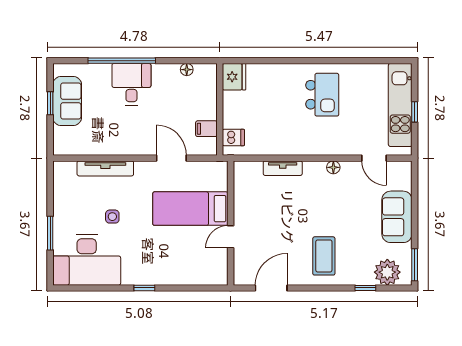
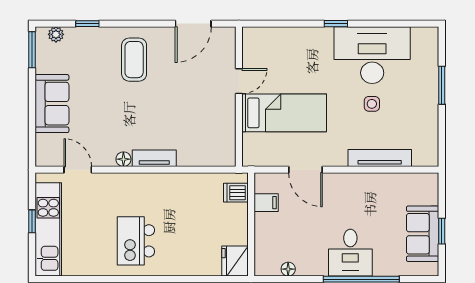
tv unit: (283, 168) -> (154, 158), moved
desk: (87, 260) -> (372, 55), moved
plant: (387, 272) -> (56, 34), width x0.53, depth x0.53

